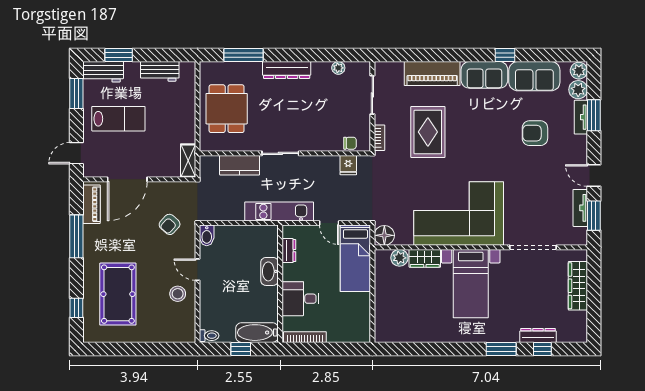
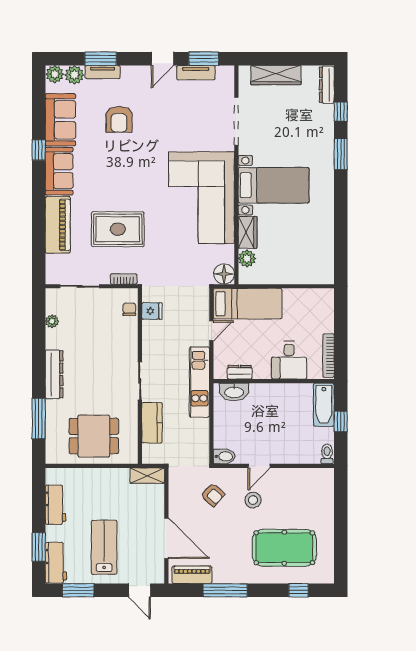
washbasin: (270, 271) -> (234, 392), moved
stool: (178, 294) -> (253, 500), moved
dresser: (538, 335) -> (327, 85), moved

